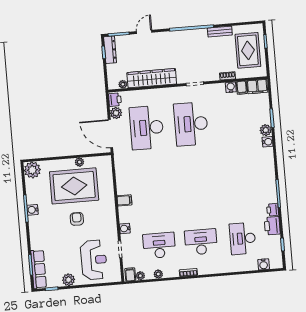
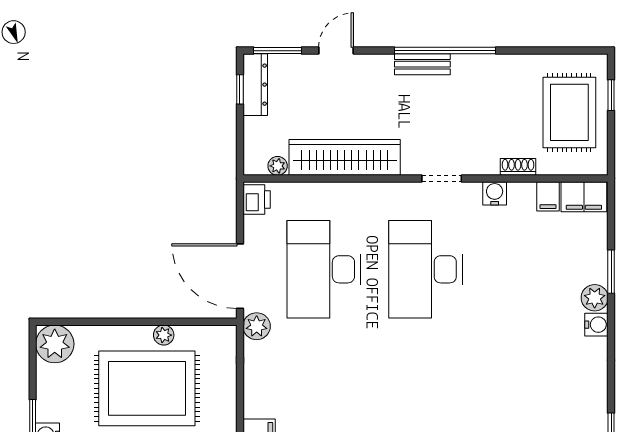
bench: (220, 32) -> (422, 64), moved
water cooler: (231, 87) -> (495, 193), moved
plant: (116, 113) -> (257, 326), moved

